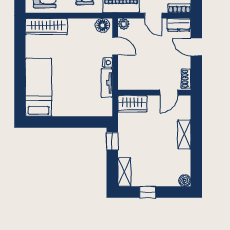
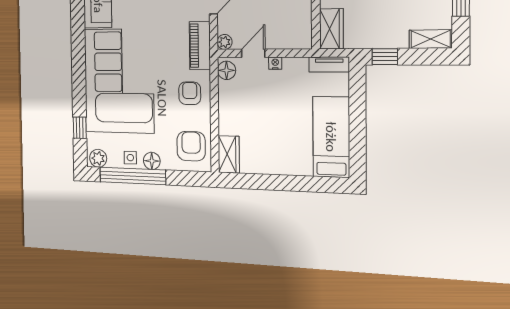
wardrobe: (46, 26) -> (229, 154), width x0.67
tv unit: (107, 83) -> (329, 64), moved
bed: (39, 87) -> (331, 137), moved, turned 90

